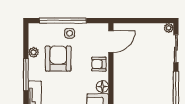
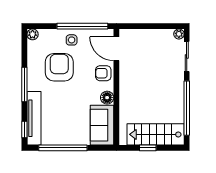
window: (63, 21) -> (82, 26), moved
door: (111, 42) -> (116, 49), swing flipped
plant: (34, 52) -> (33, 34), moved

